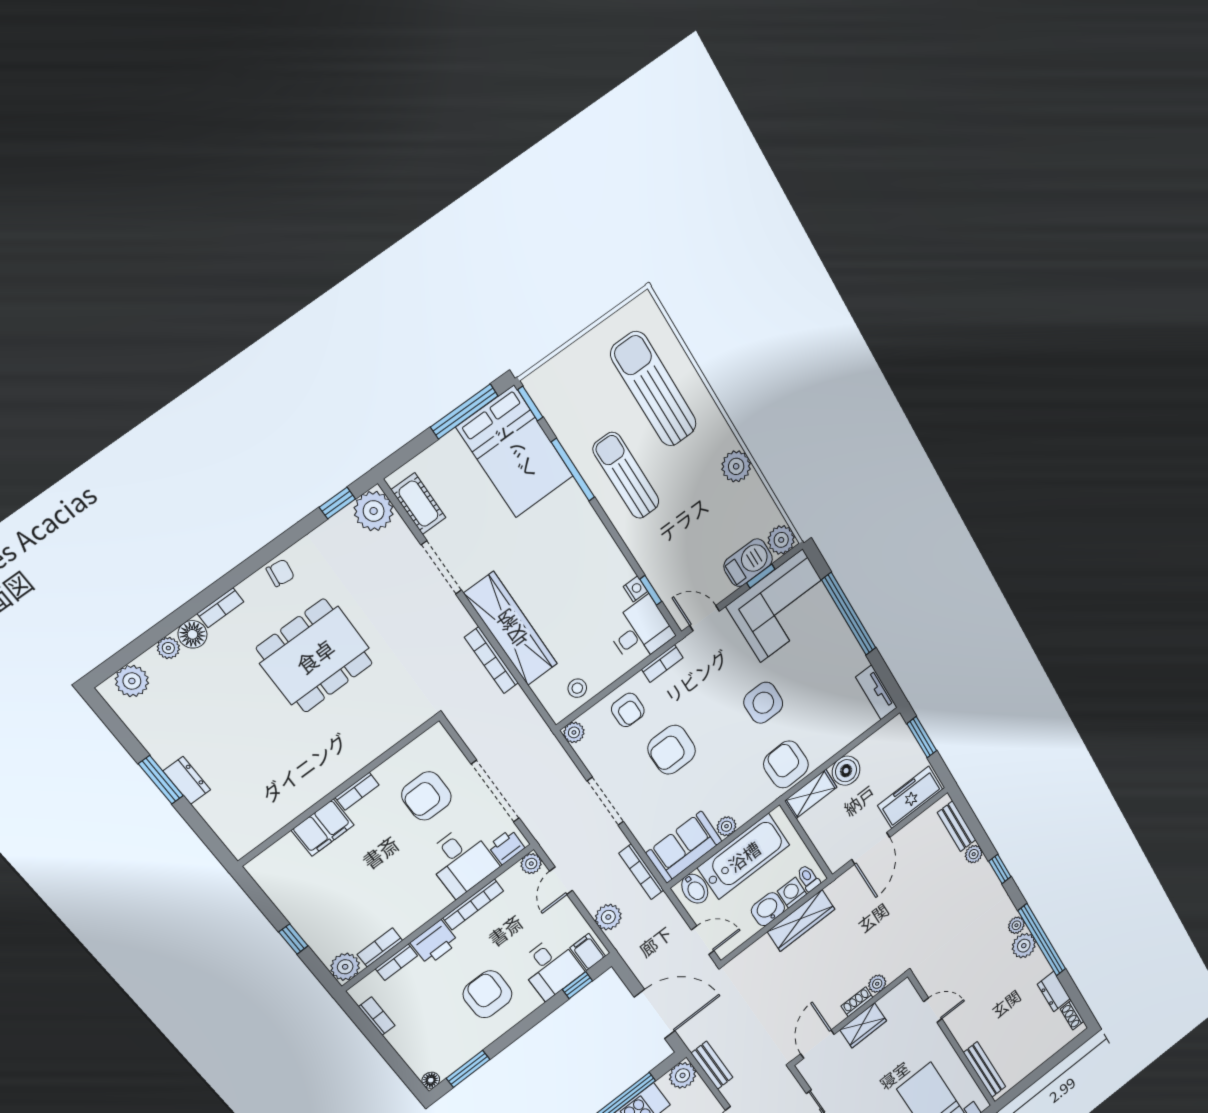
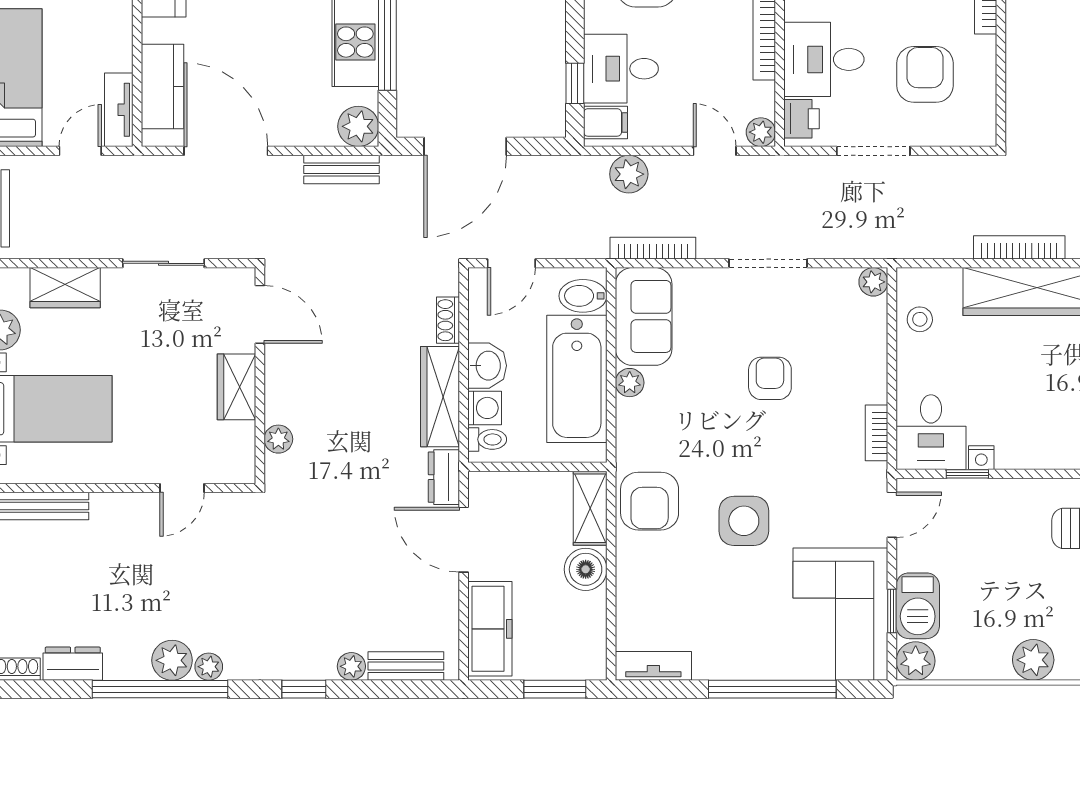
armchair: (628, 710) -> (853, 359), removed
armchair: (672, 750) -> (770, 378), width x0.72, depth x0.72
armchair: (786, 764) -> (650, 501), turned 92
doorway: (495, 791) -> (873, 151), width x0.73
dresser: (843, 885) -> (444, 477), added
shoe rack: (857, 1002) -> (448, 320), moved, turned 180

